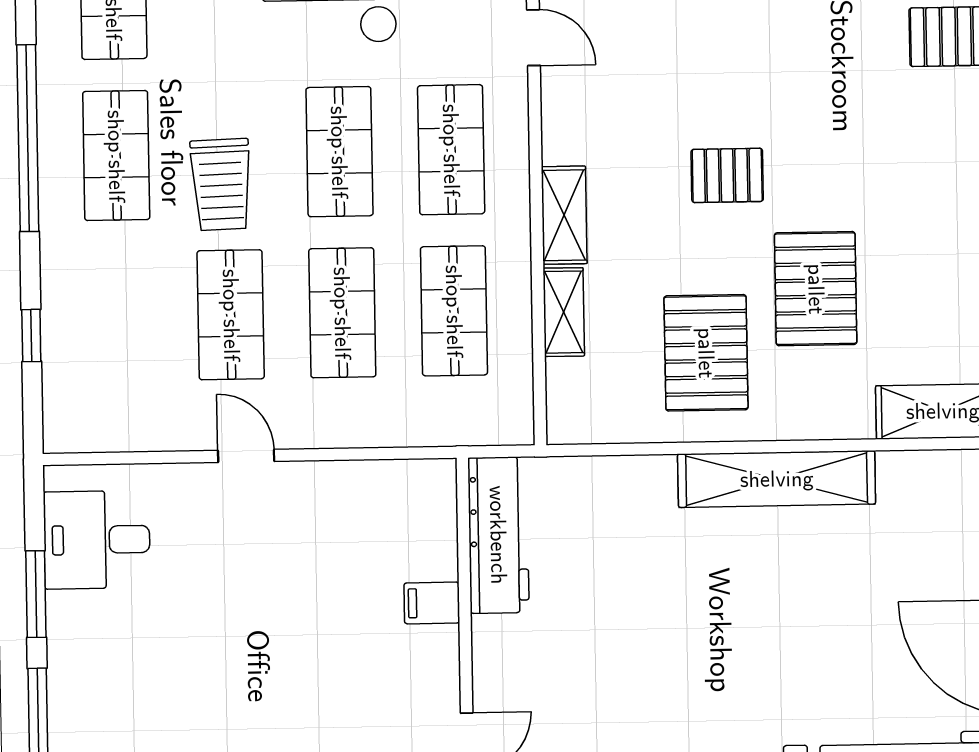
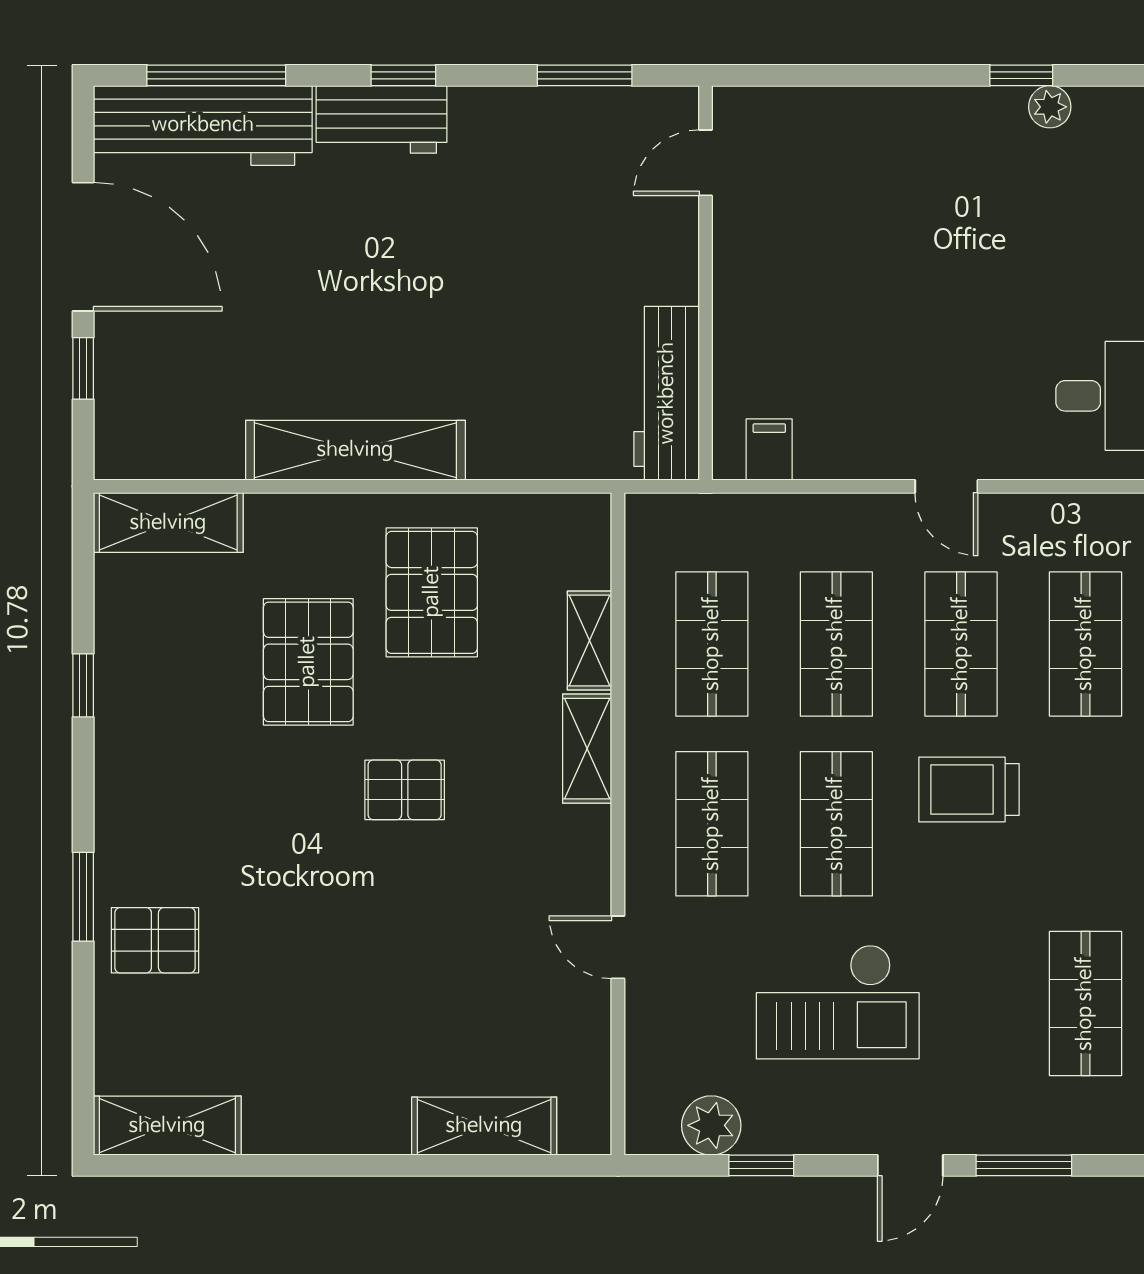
shop shelf: (116, 156) -> (1085, 644), moved
trolley: (221, 185) -> (969, 789), turned -88
filing cabinet: (432, 603) -> (769, 450), moved, turned -90

